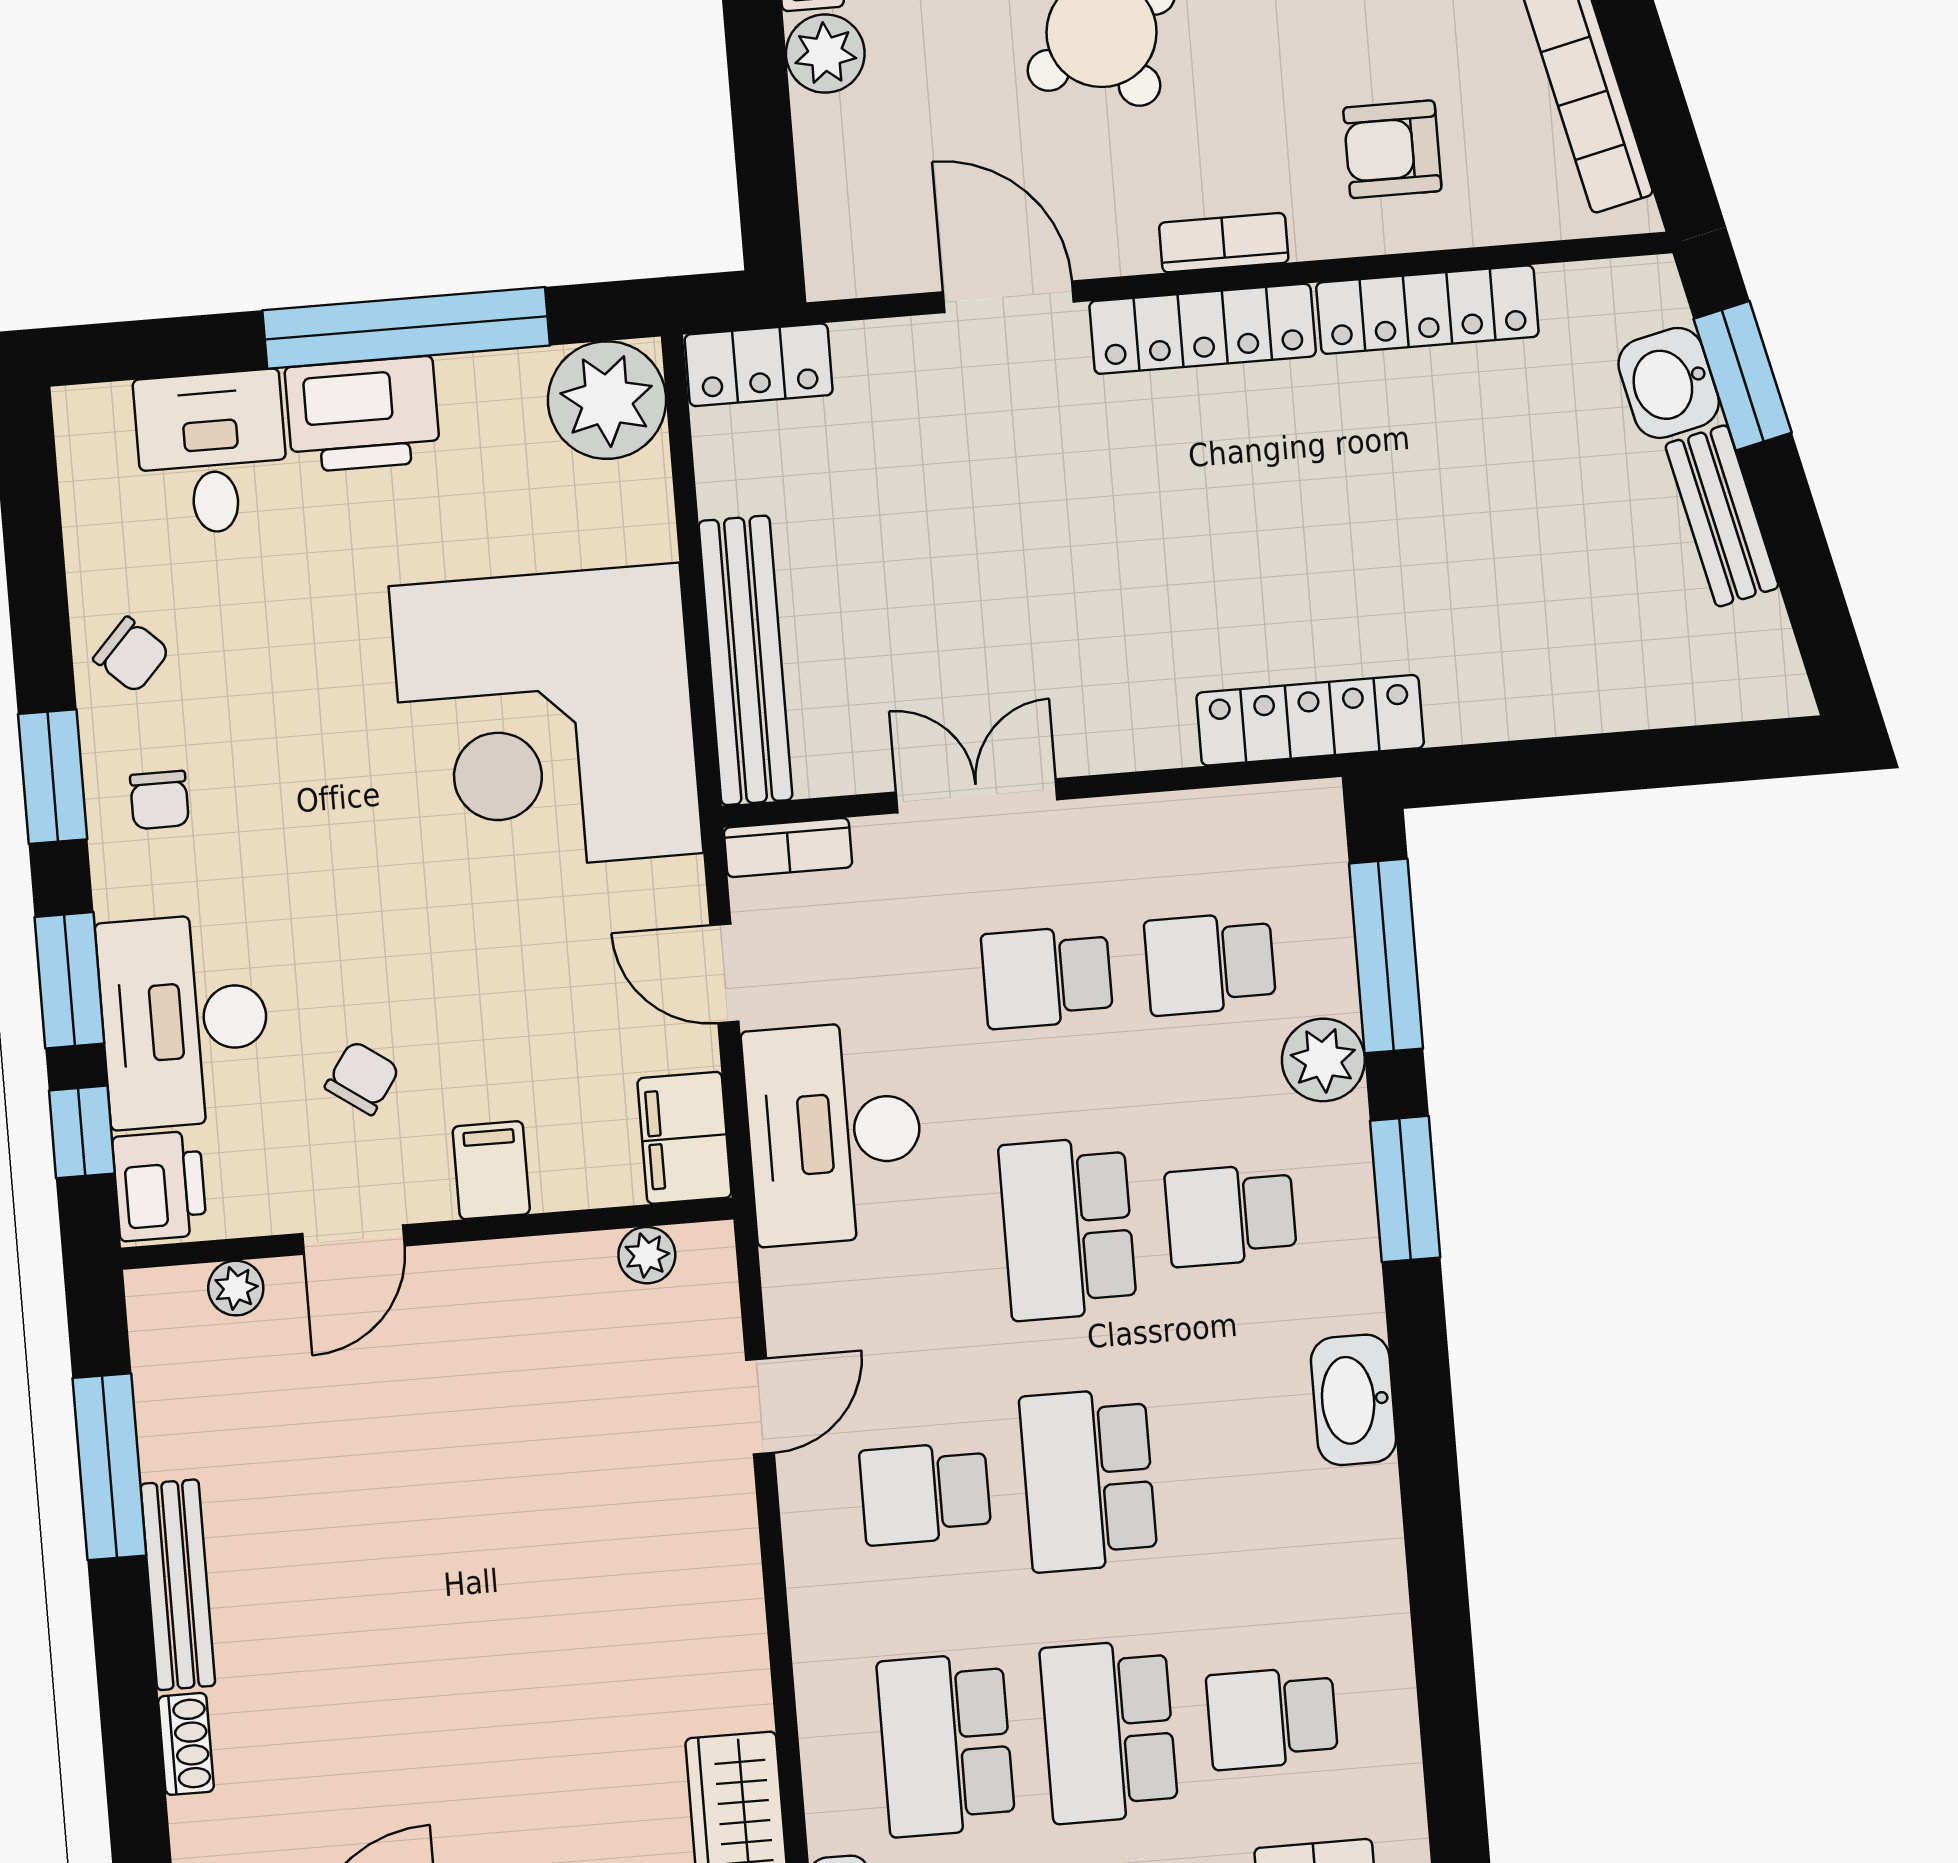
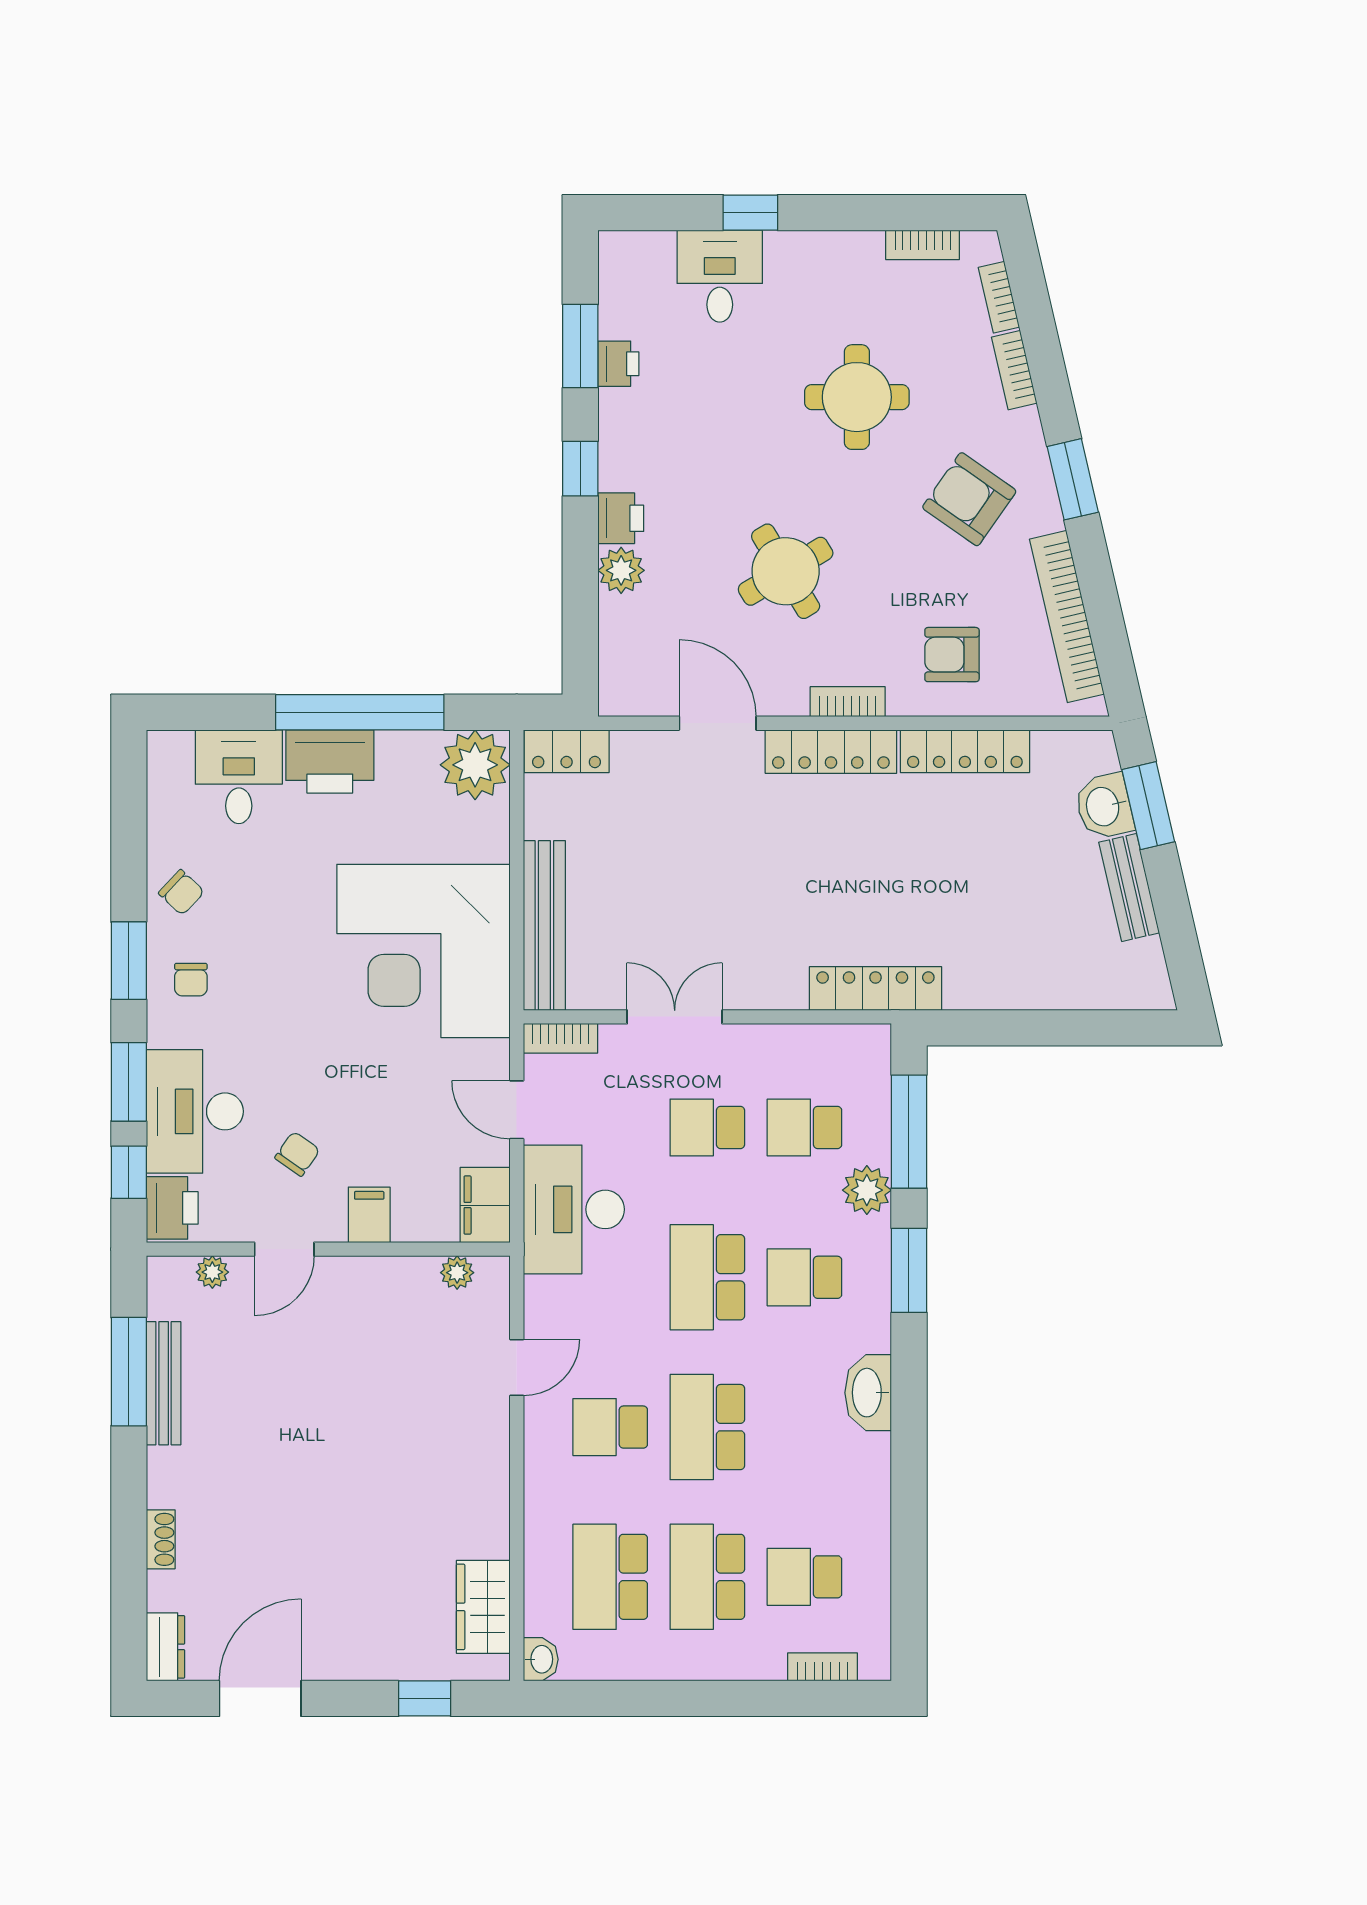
bench: (178, 1585) -> (164, 1383), moved

